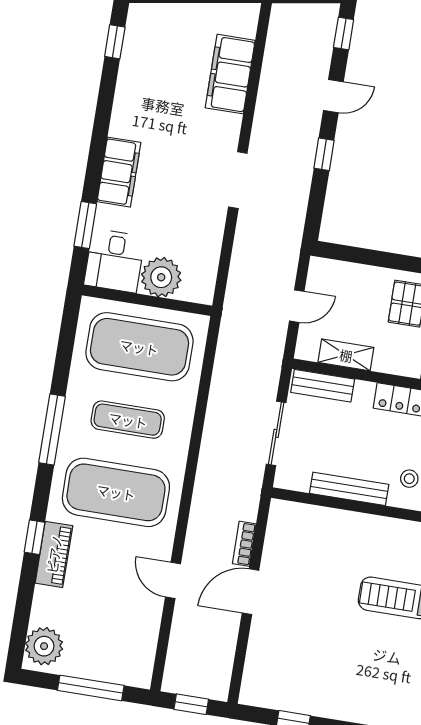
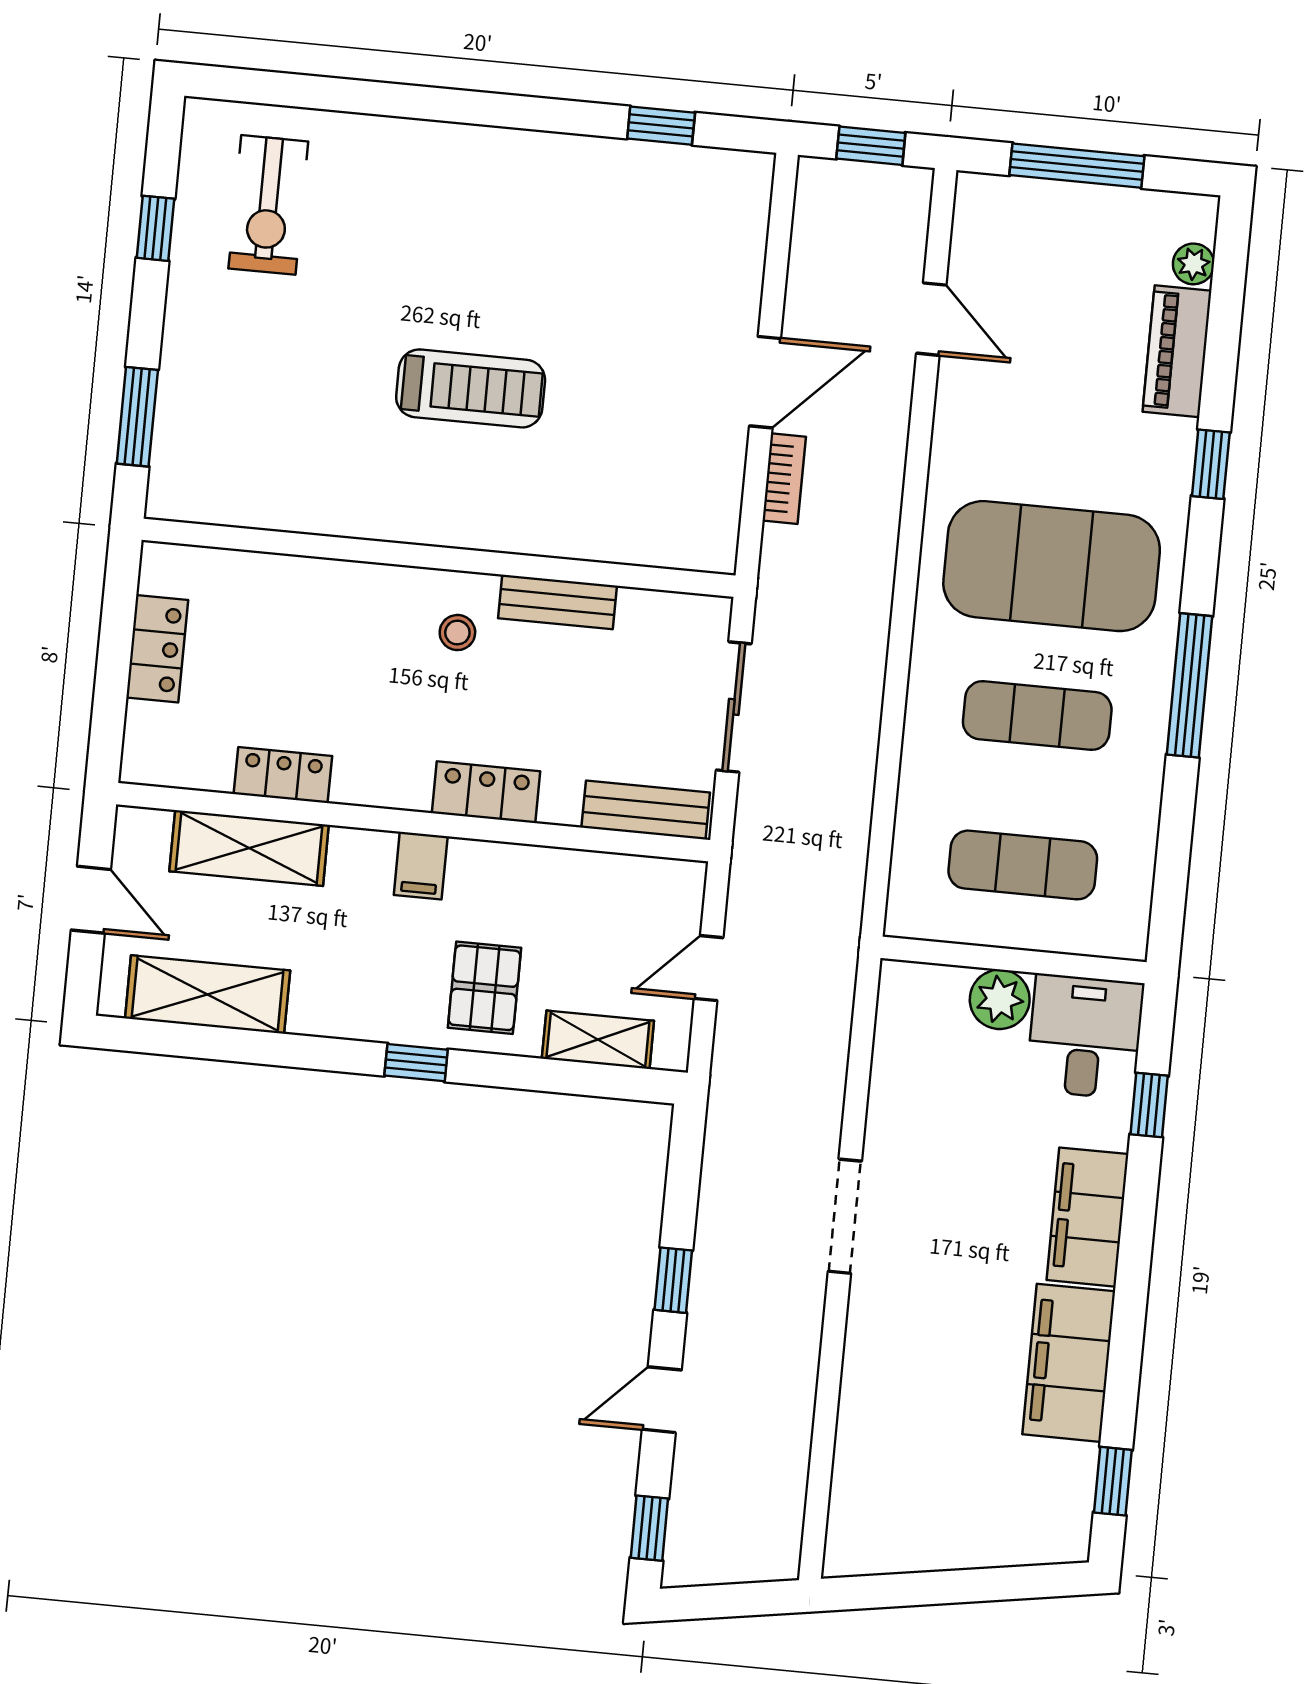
filing cabinet: (230, 74) -> (1069, 1363), moved, turned 180
window: (85, 225) -> (1149, 1105), width x0.67
plant: (161, 277) -> (1000, 999), width x0.73, depth x0.73
exercise mat: (139, 347) -> (1023, 865), width x0.50, depth x0.69
shelving: (346, 355) -> (598, 1040), moved
bench: (349, 489) -> (558, 602), width x0.73
piano: (54, 554) -> (1177, 351), moved
door: (173, 580) -> (931, 319), moved
plant: (44, 646) -> (1193, 264), width x0.53, depth x0.53

